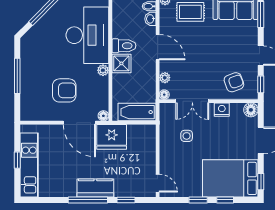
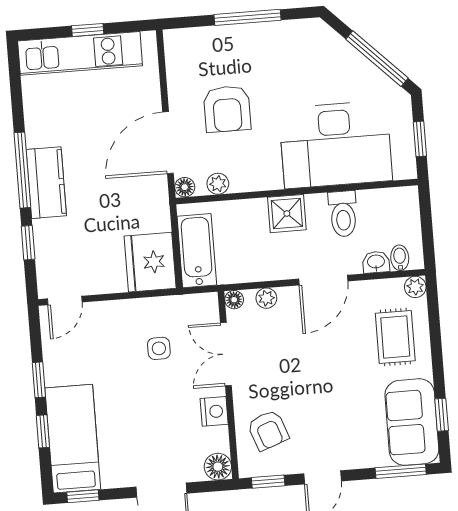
toilet: (124, 46) -> (343, 214), moved
plant: (103, 70) -> (218, 184), moved
fridge: (112, 137) -> (150, 262), moved
bed: (230, 178) -> (73, 439), width x0.67

